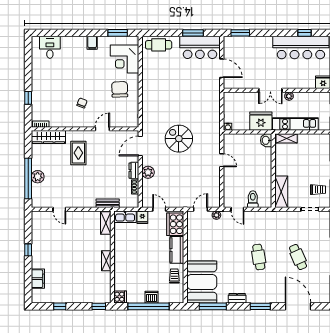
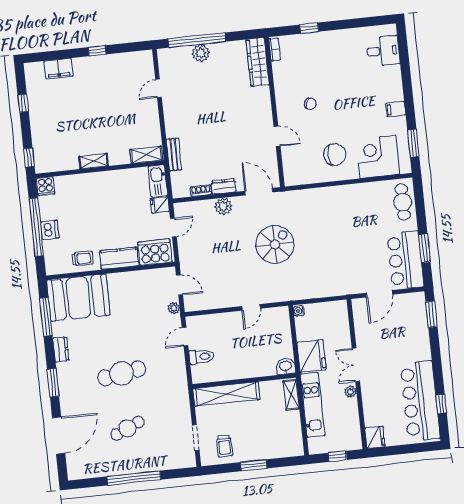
rug: (78, 153) -> (240, 106), removed
shelving: (281, 192) -> (226, 394), width x1.47
cafe table: (259, 257) -> (122, 373), width x1.37, depth x1.35

